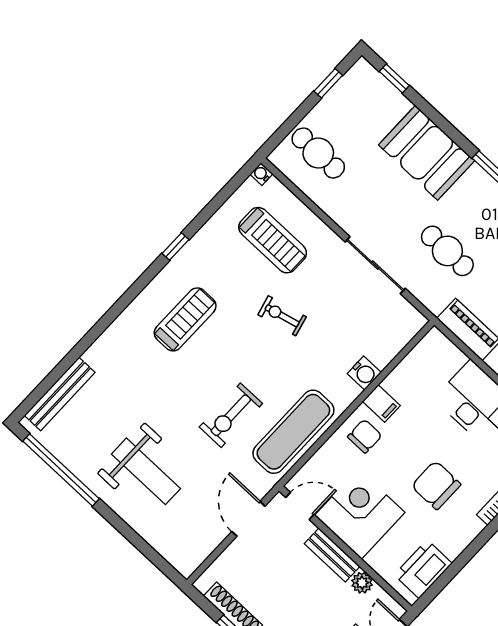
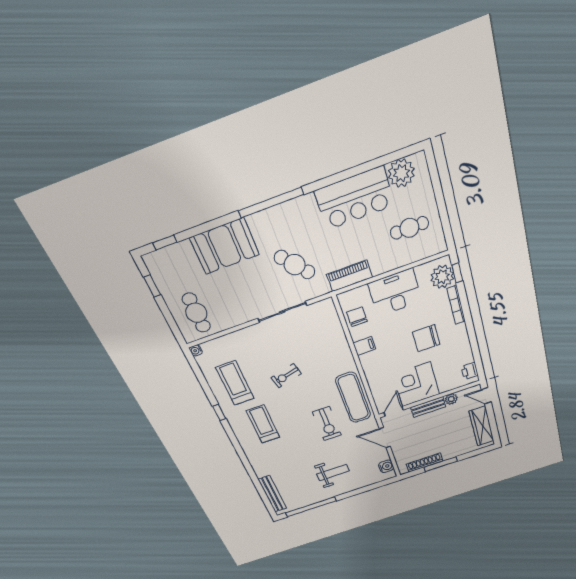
cafe table: (318, 153) -> (196, 313), turned 90
treadmill: (273, 240) -> (235, 383), moved, turned -90
cafe table: (447, 251) -> (295, 265), turned 49
water cooler: (364, 373) -> (386, 466), moved
chair: (365, 436) -> (357, 317), moved
weight bench: (146, 471) -> (333, 473), width x0.73, depth x0.75
printer: (423, 569) -> (470, 371), width x0.53, depth x0.68

